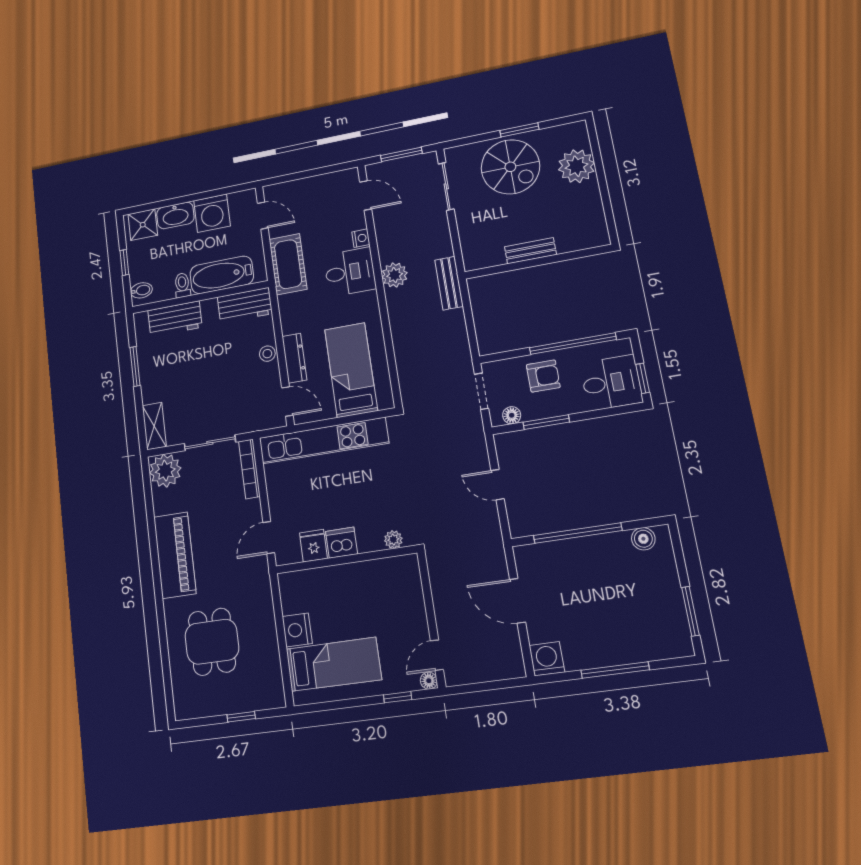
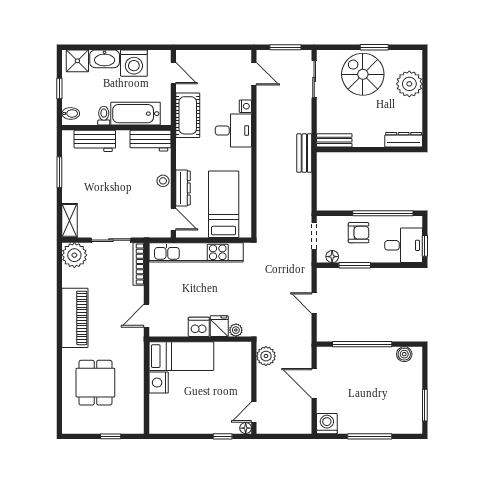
spiral stairs: (510, 167) -> (363, 74), turned 180
dresser: (583, 240) -> (404, 140), added
bench: (530, 251) -> (334, 140), moved
plant: (395, 275) -> (266, 356), moved
fridge: (313, 546) -> (219, 326), moved
bed: (334, 664) -> (181, 356), moved

